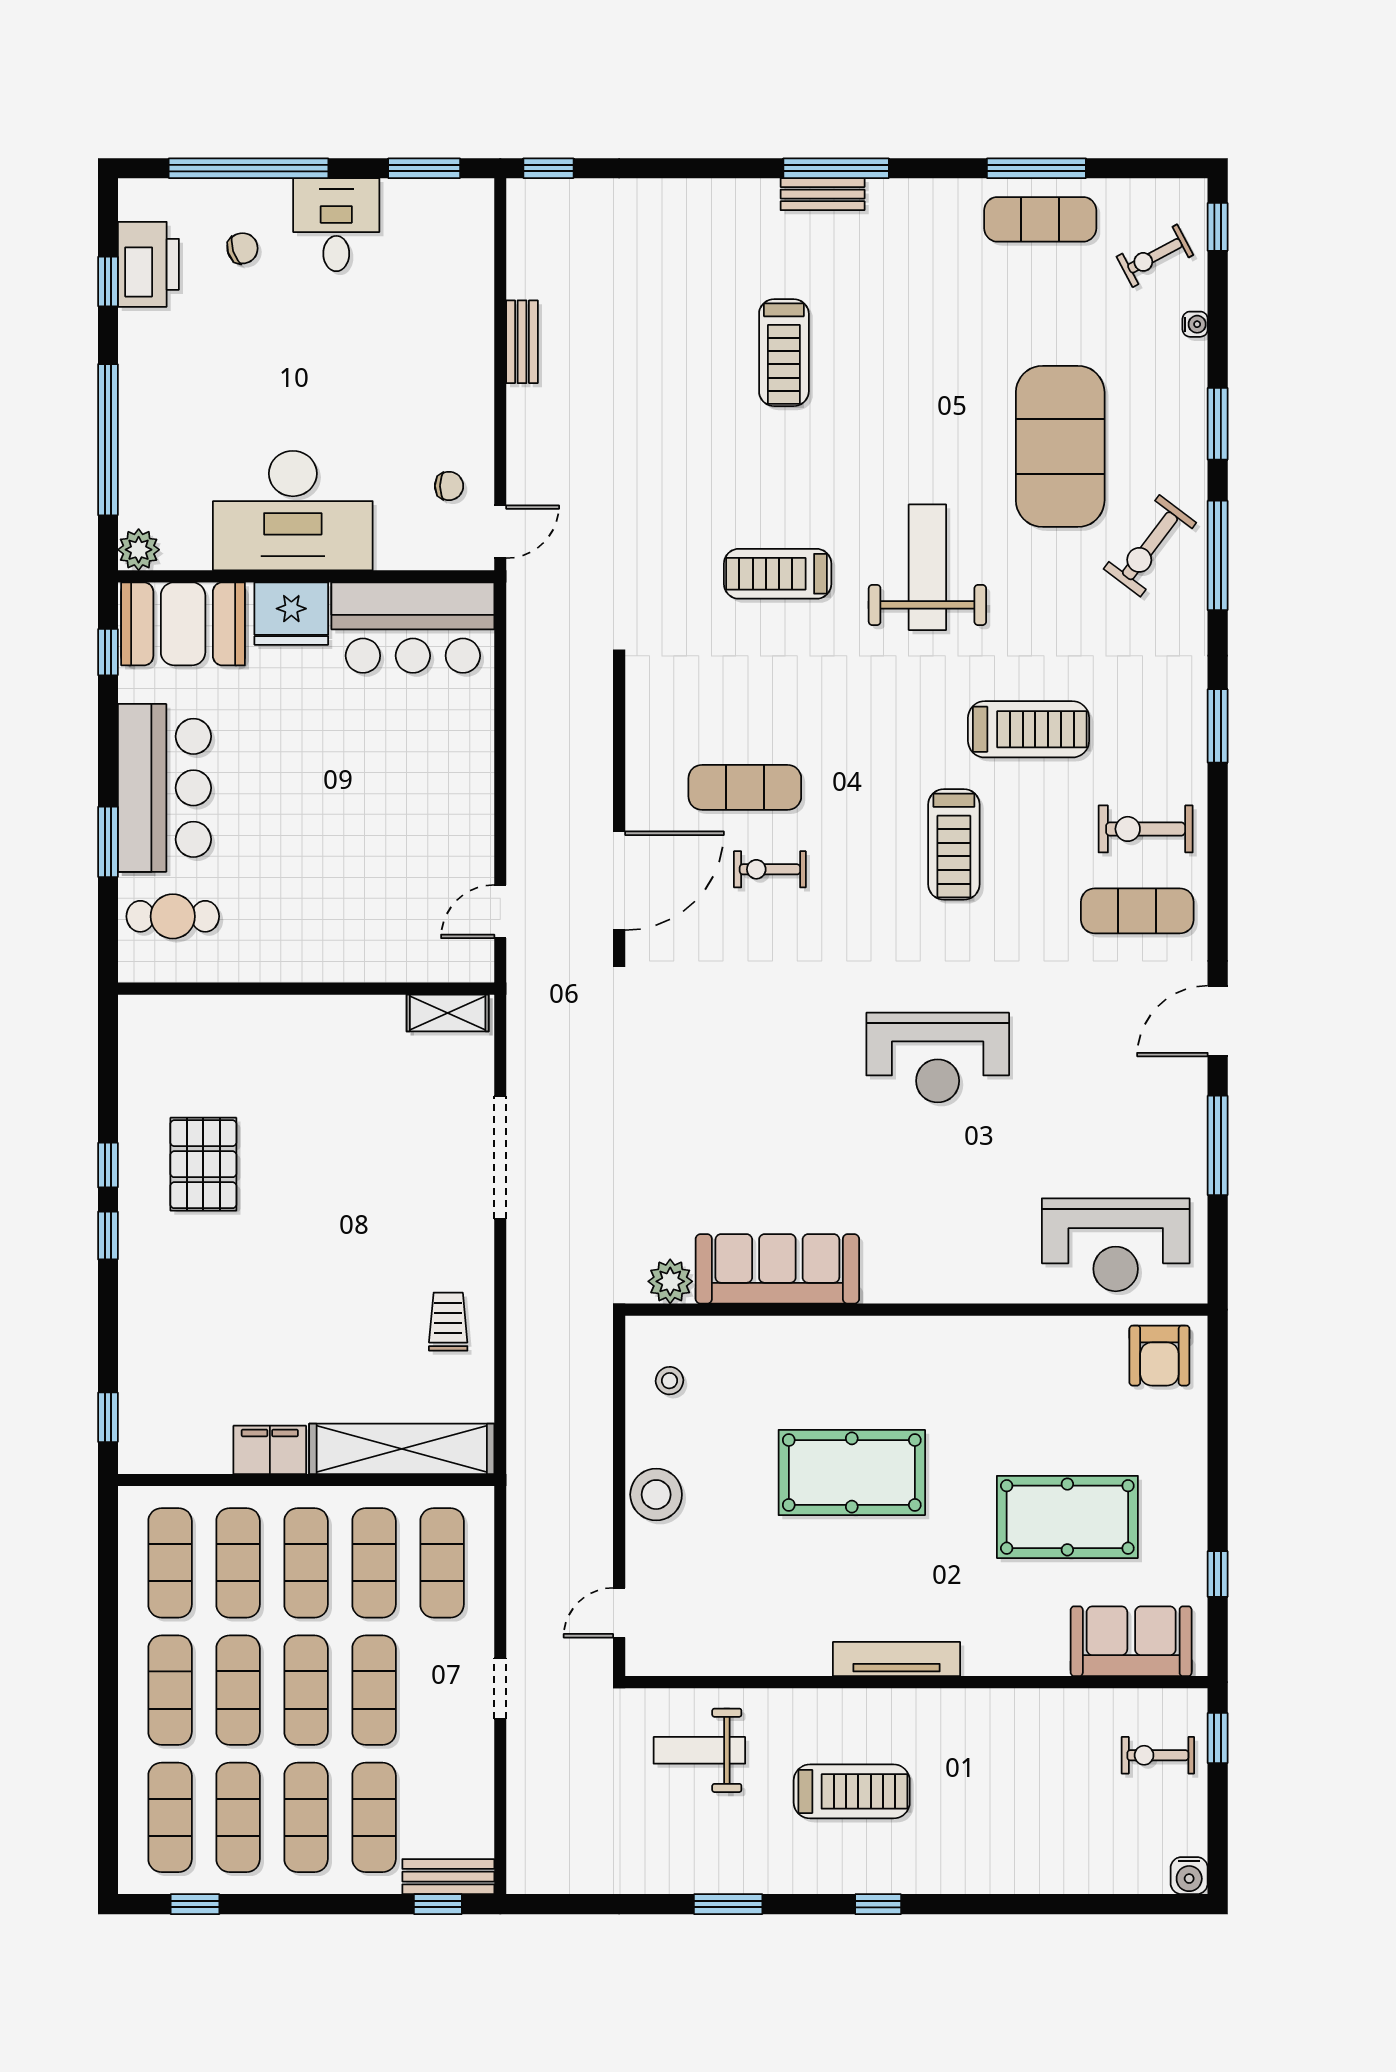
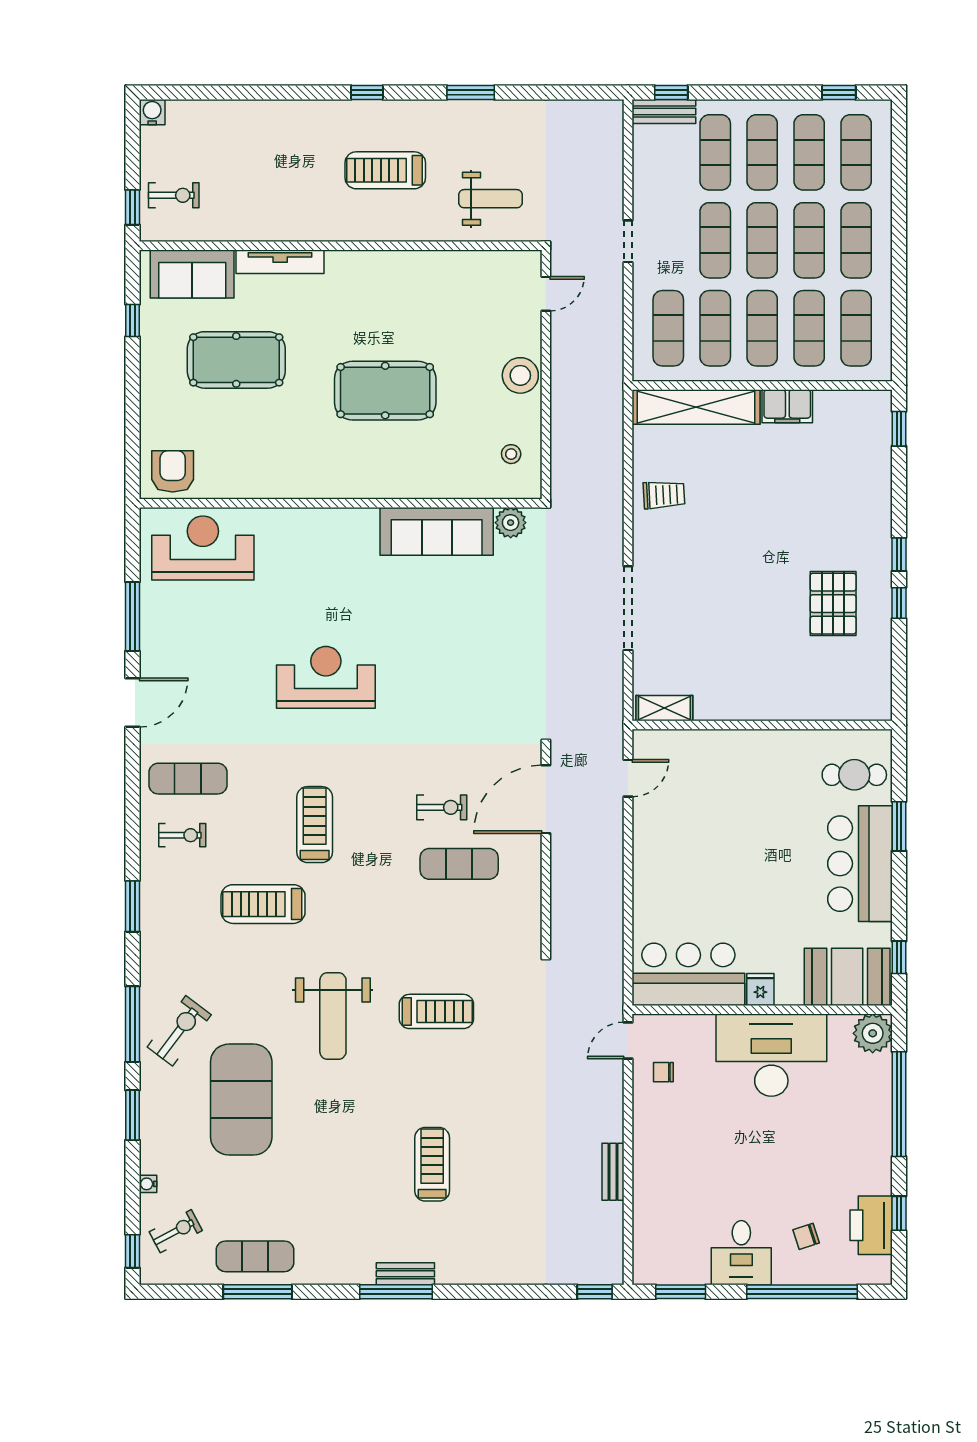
plant: (139, 550) -> (873, 1033), width x1.36, depth x1.36
fridge: (291, 614) -> (760, 989), width x0.53, depth x0.75
exercise bike: (1146, 829) -> (182, 835), width x0.73, depth x0.72
trolley: (448, 1322) -> (664, 495), turned -93
tv unit: (896, 1659) -> (280, 262), moved

